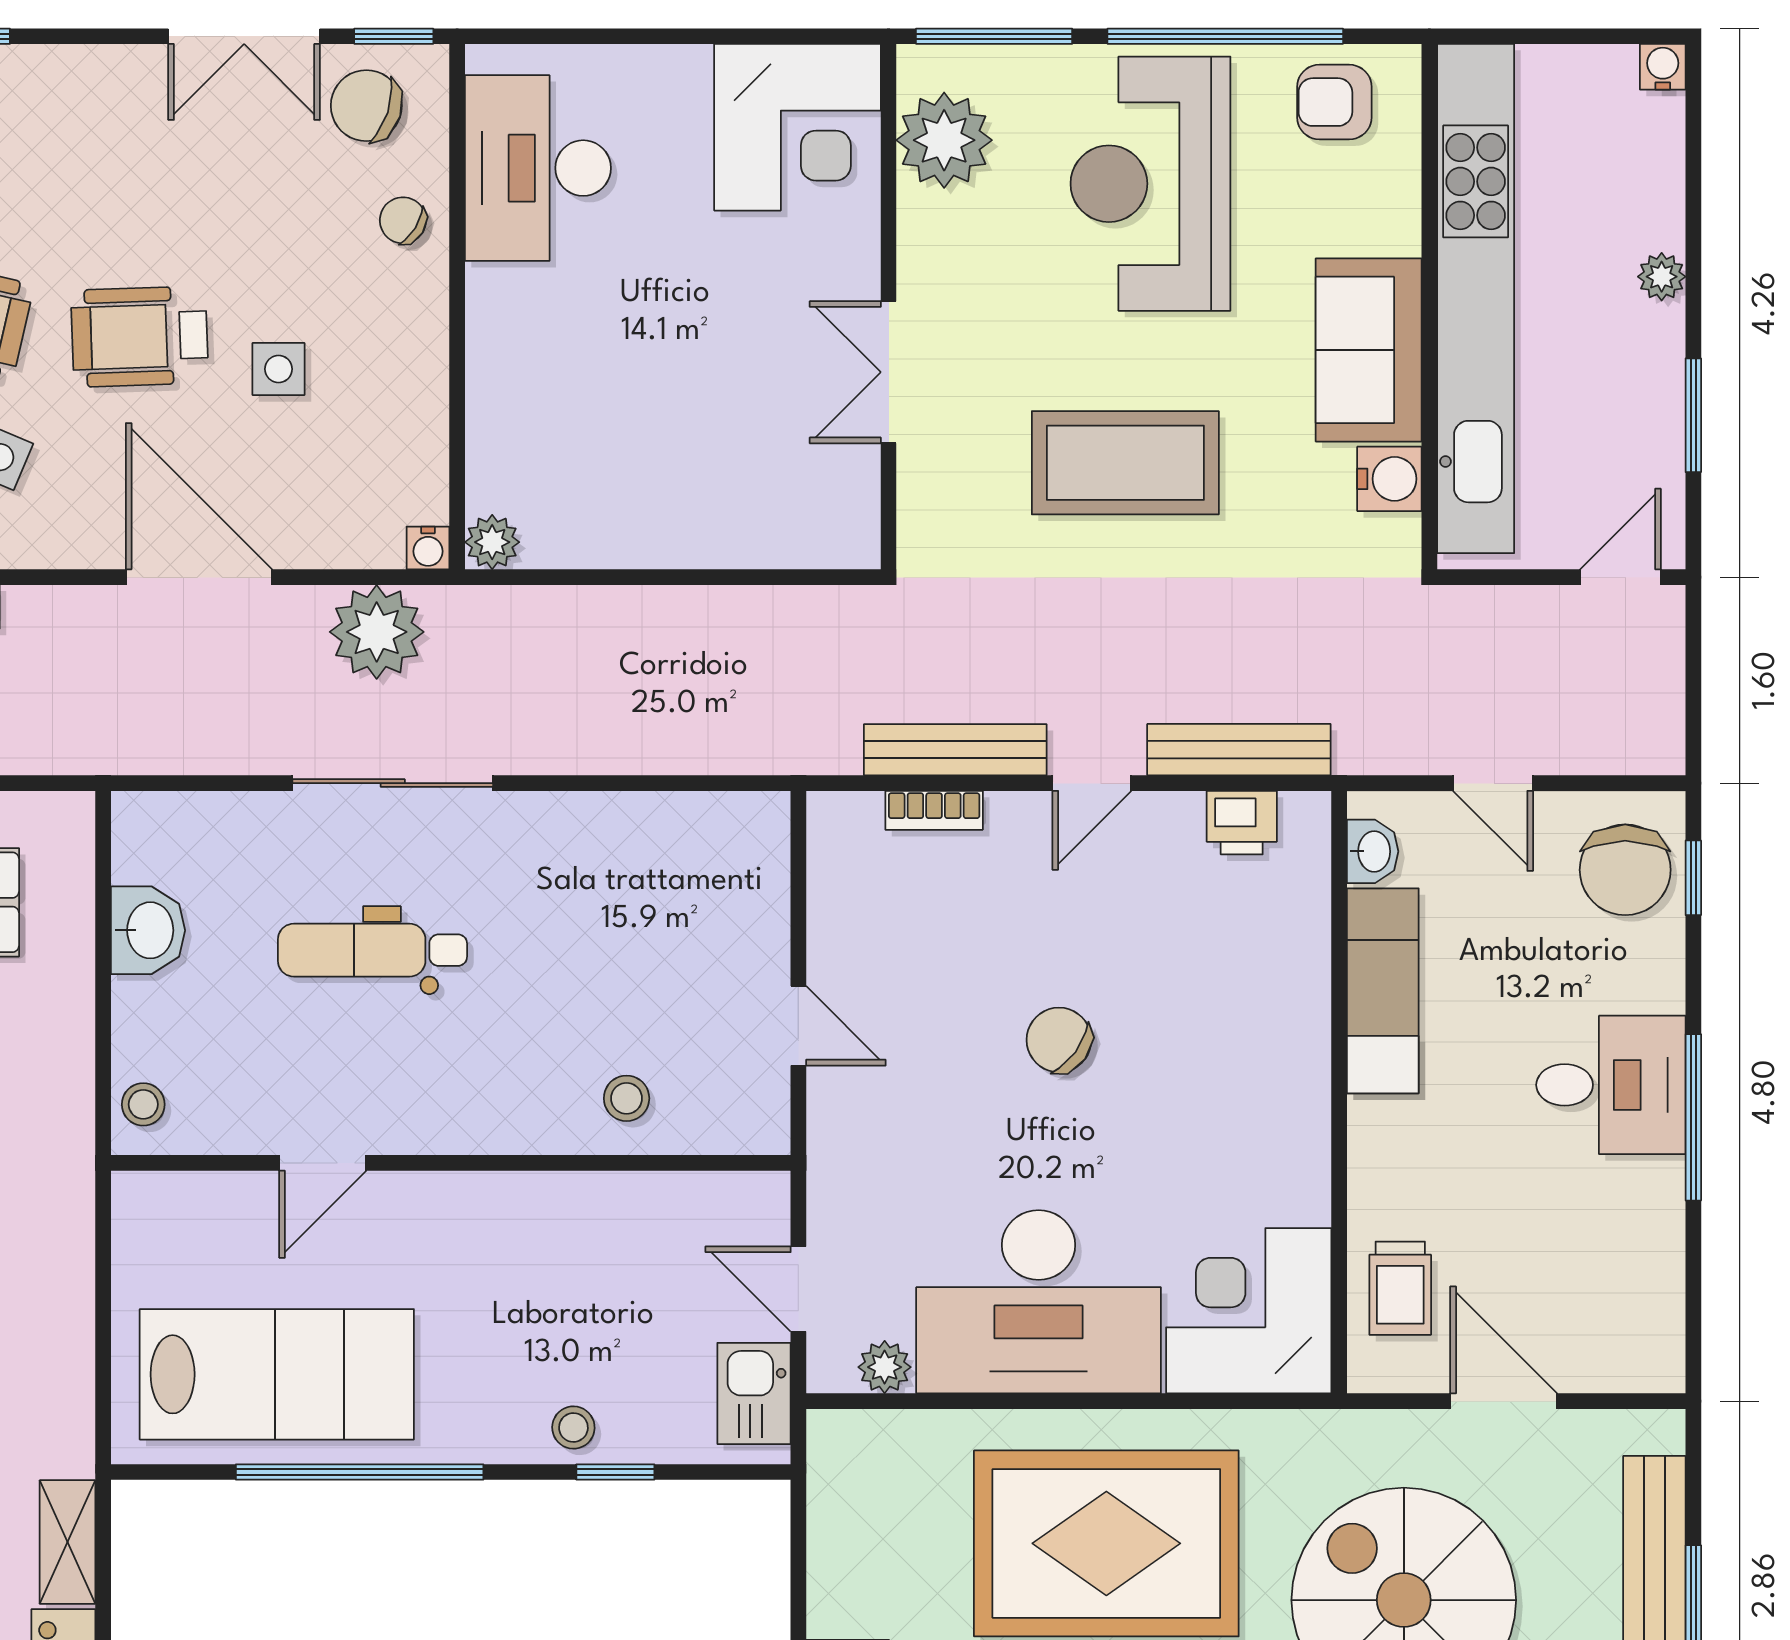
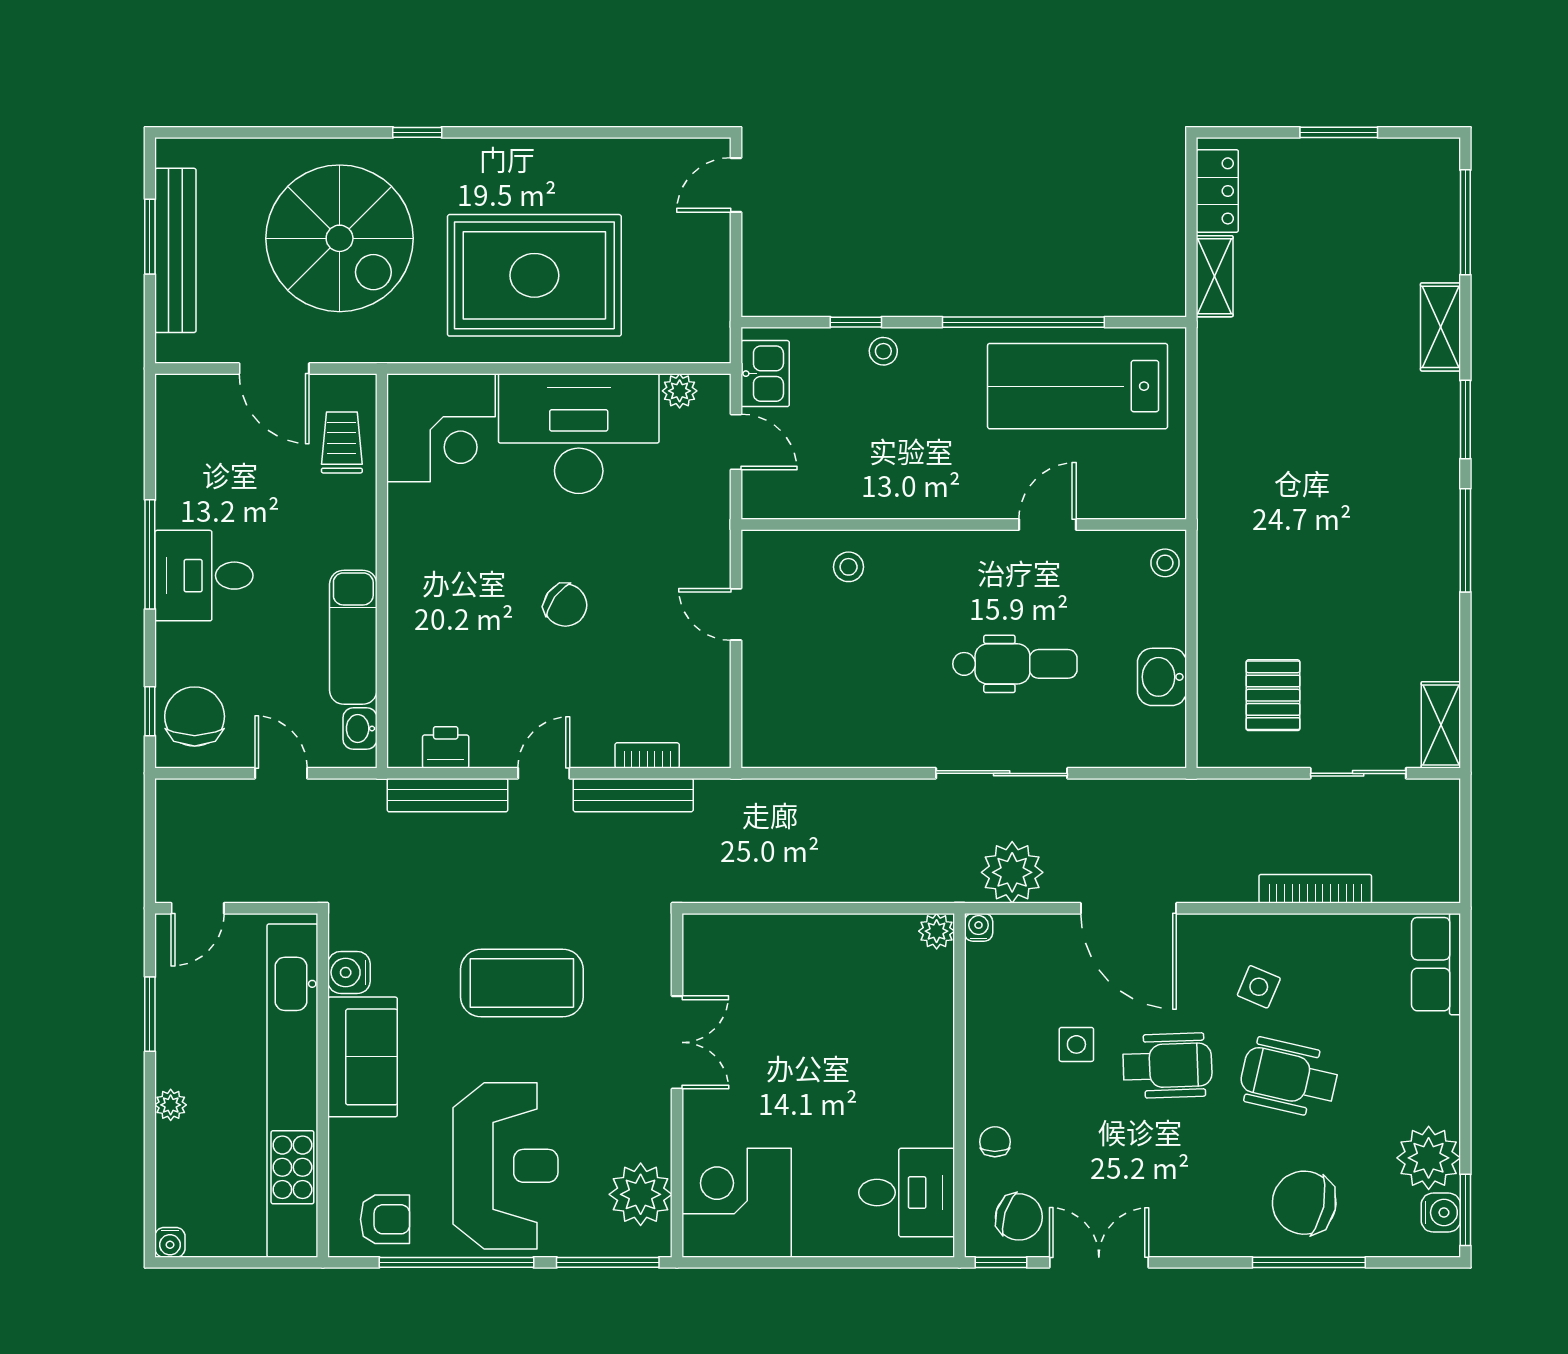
desk: (538, 168) -> (907, 1193), width x0.73
chair: (403, 220) -> (995, 1142), turned -122

